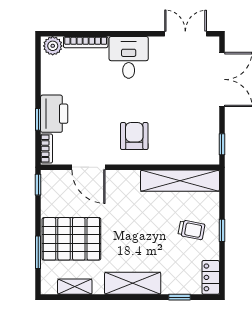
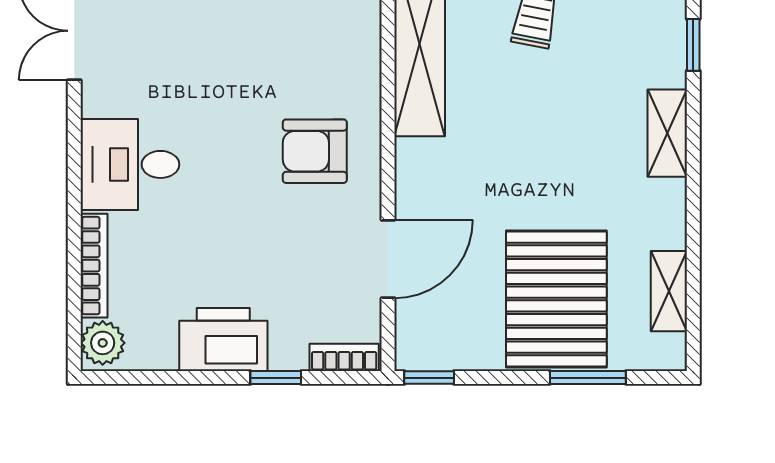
printer: (54, 114) -> (223, 340), moved
shelving: (133, 283) -> (667, 133), width x0.67, depth x0.75

